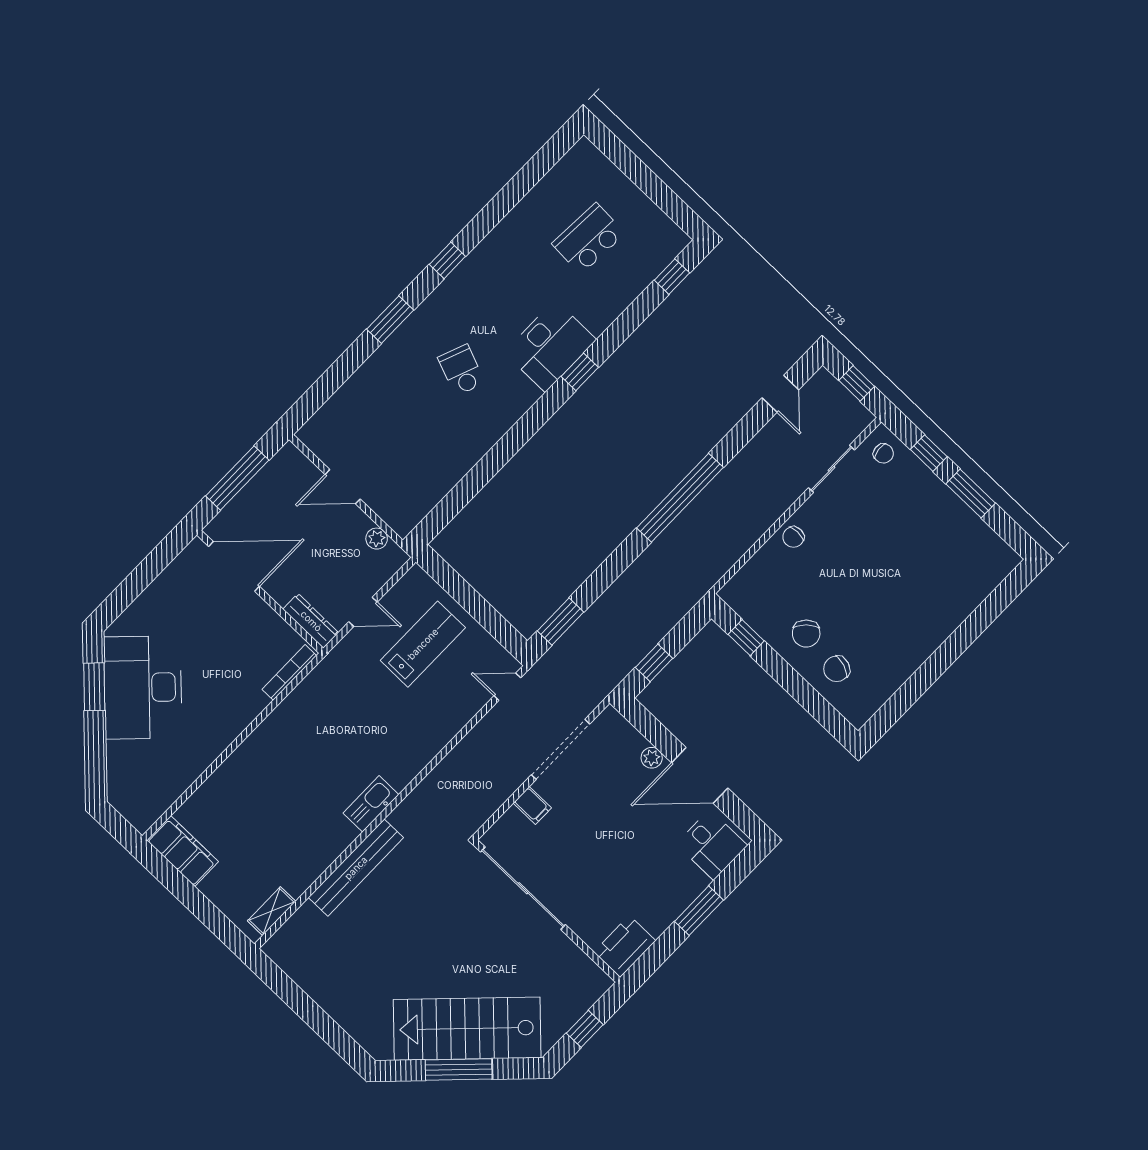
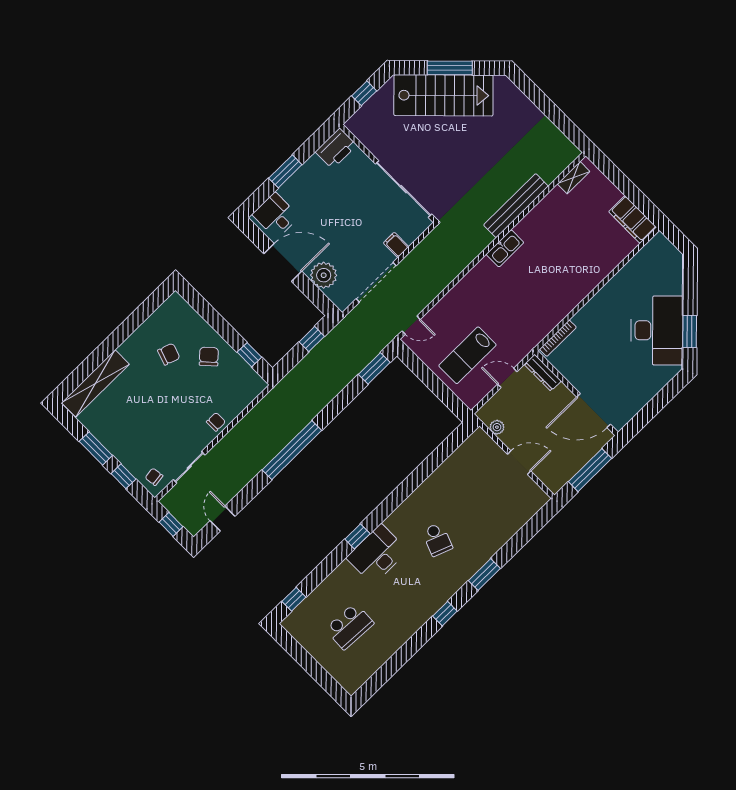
shelving: (973, 590) -> (95, 383), added
chair: (837, 669) -> (169, 354), moved
plant: (652, 758) -> (324, 275), width x1.87, depth x1.87

